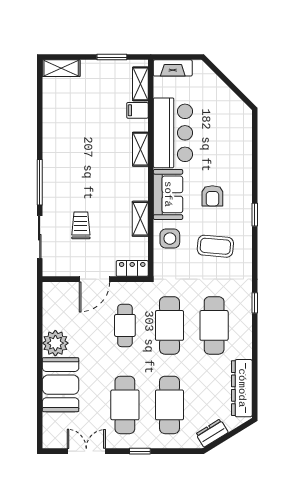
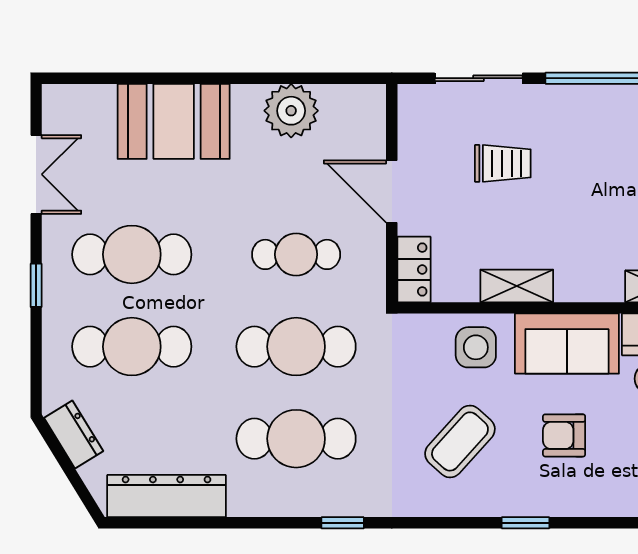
coffee table: (215, 246) -> (460, 441), turned 37
plant: (55, 343) -> (291, 111), moved

